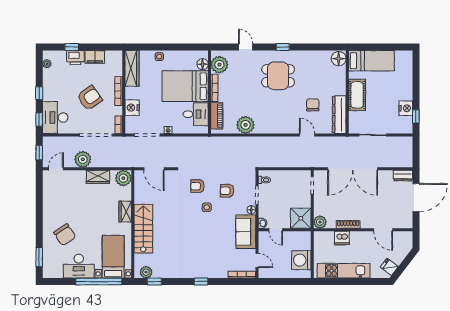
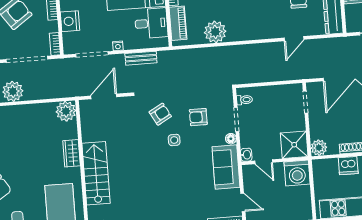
door: (307, 135) -> (294, 39), swing flipped
bench: (186, 141) -> (141, 58), added
door: (154, 169) -> (104, 96), swing flipped
wardrobe: (98, 177) -> (34, 112), removed
armchair: (197, 186) -> (160, 114), turned 151
washing machine: (301, 260) -> (297, 173), moved, turned -90

